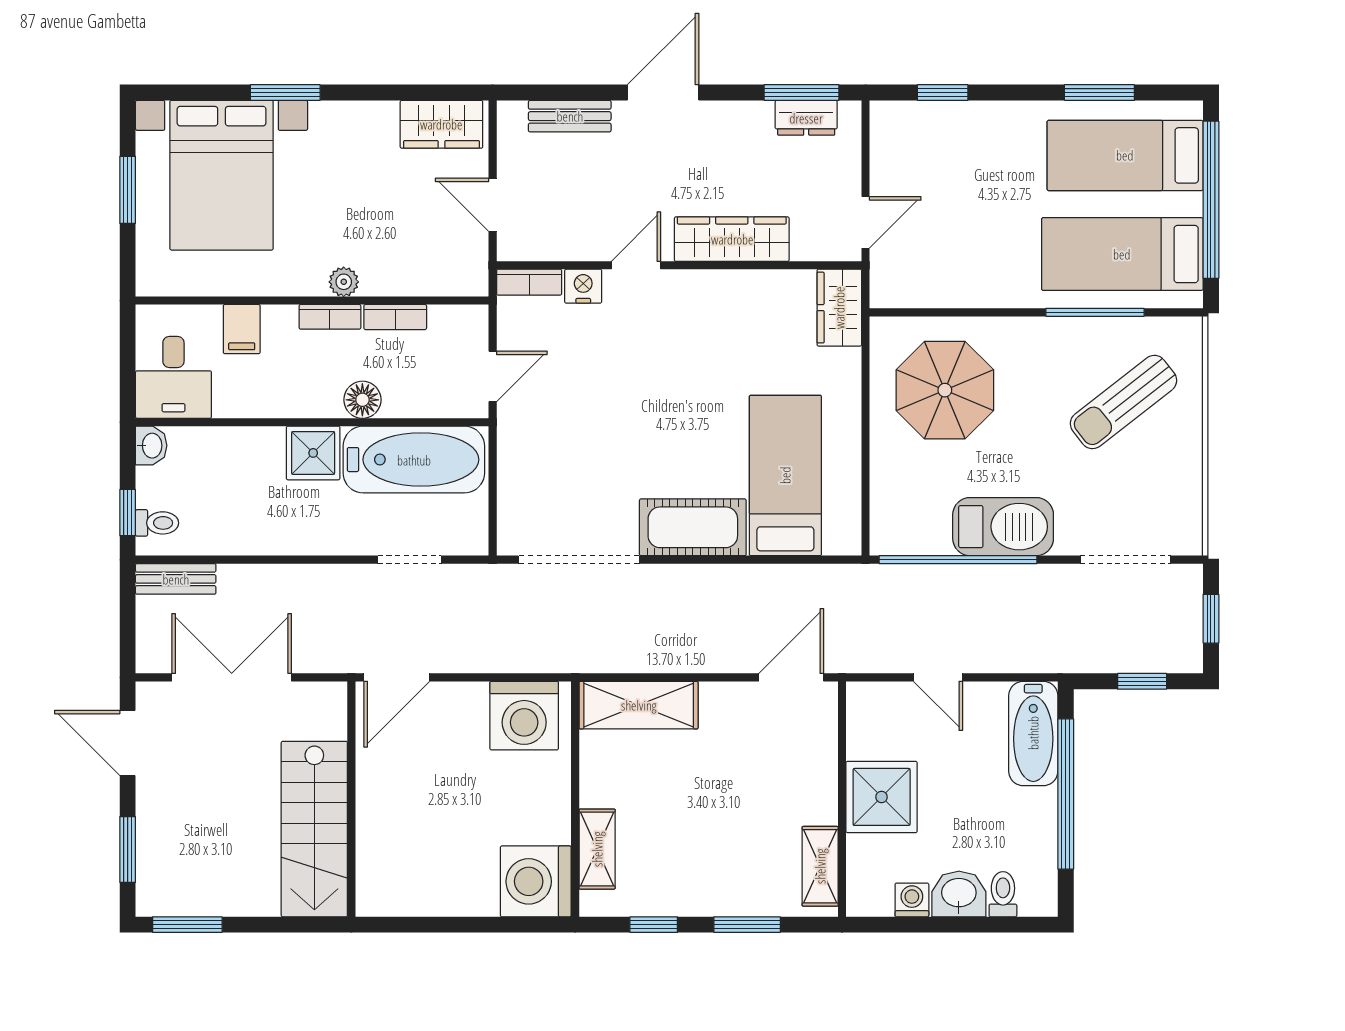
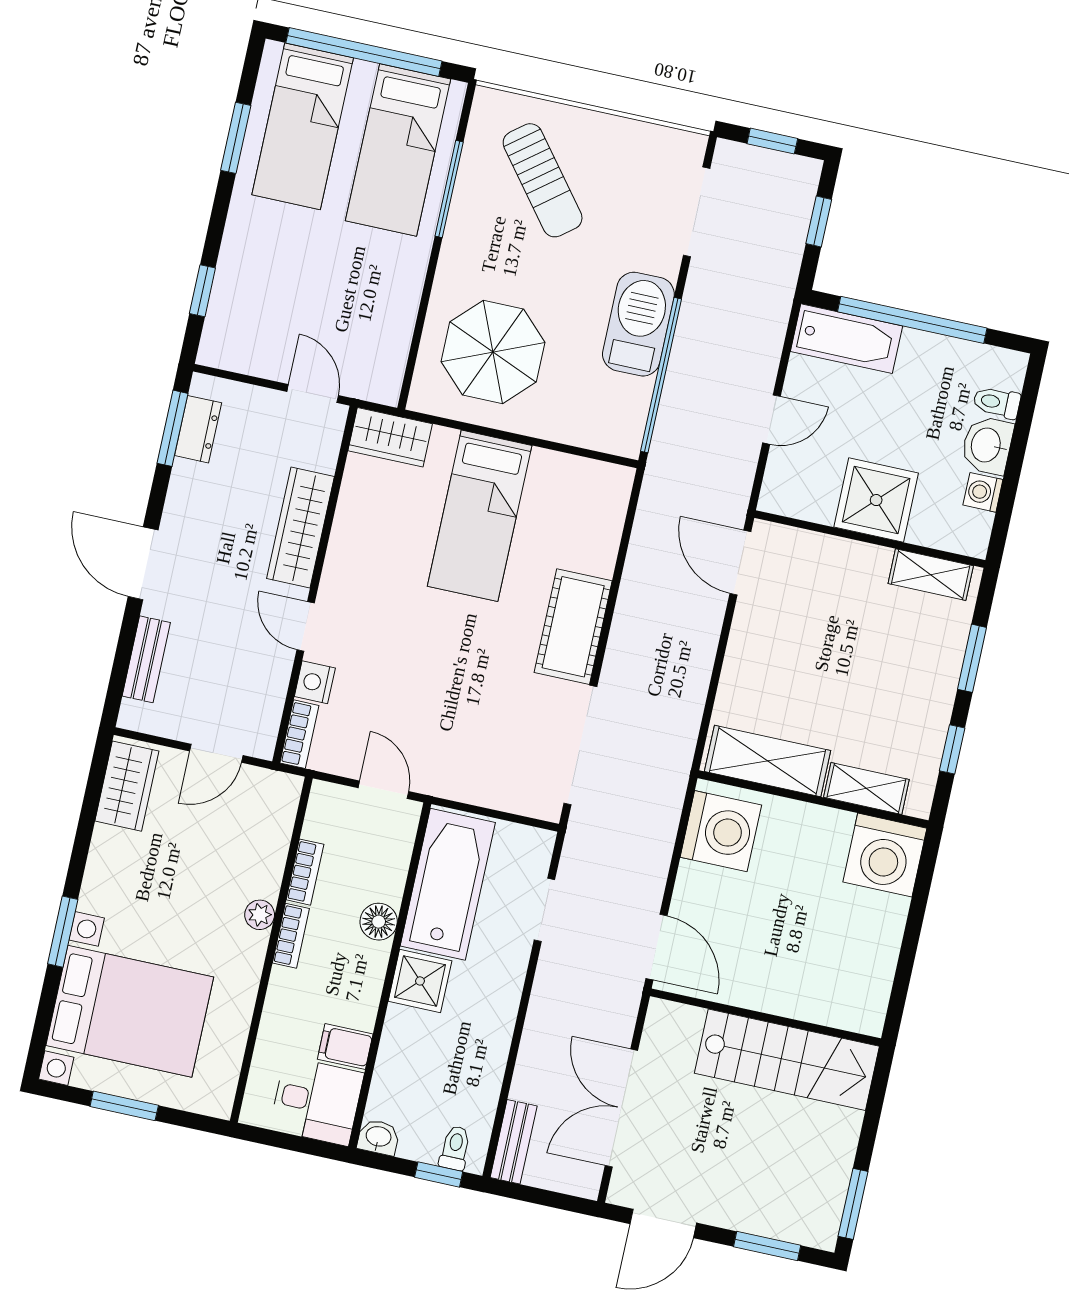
filing cabinet: (242, 329) -> (345, 1047), moved, turned 180
bed: (785, 475) -> (480, 516), moved, turned -90
shelving: (639, 705) -> (768, 761), moved, turned 90

